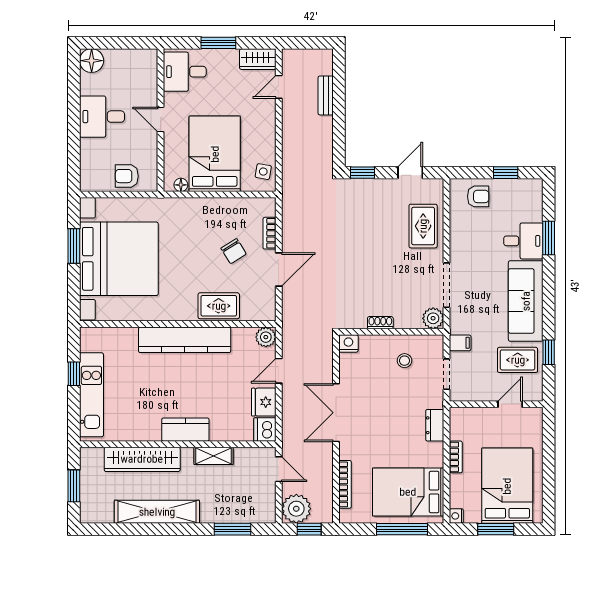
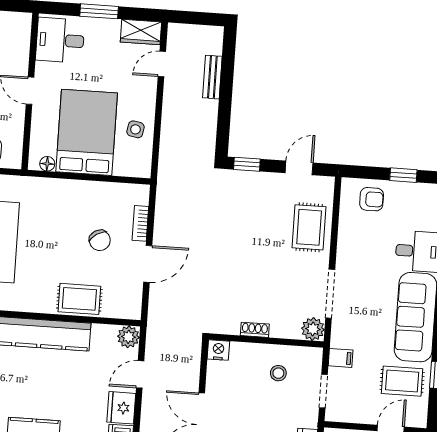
side table: (263, 172) -> (135, 129), moved

